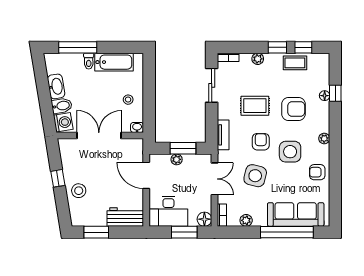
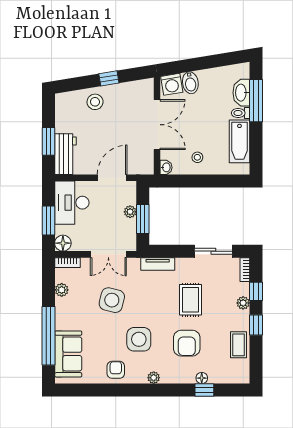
window: (303, 47) -> (256, 291), moved
washbasin: (56, 86) -> (241, 93), moved, turned 99
armchair: (261, 142) -> (150, 306), removed
sofa: (296, 214) -> (68, 354), width x0.73
window: (96, 232) -> (48, 141), moved

